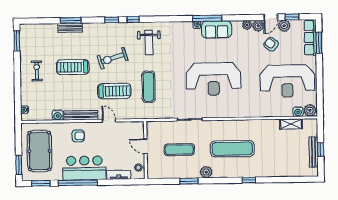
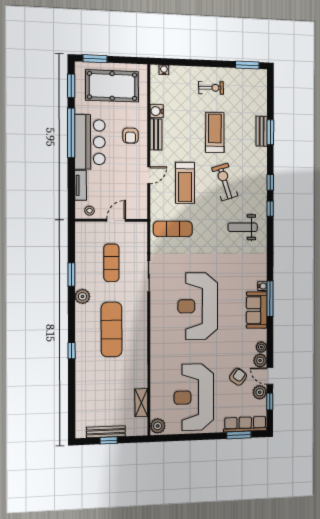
exercise mat: (149, 87) -> (173, 229), moved
water cooler: (298, 112) -> (156, 411), removed
bench: (81, 115) -> (156, 134), width x0.73

